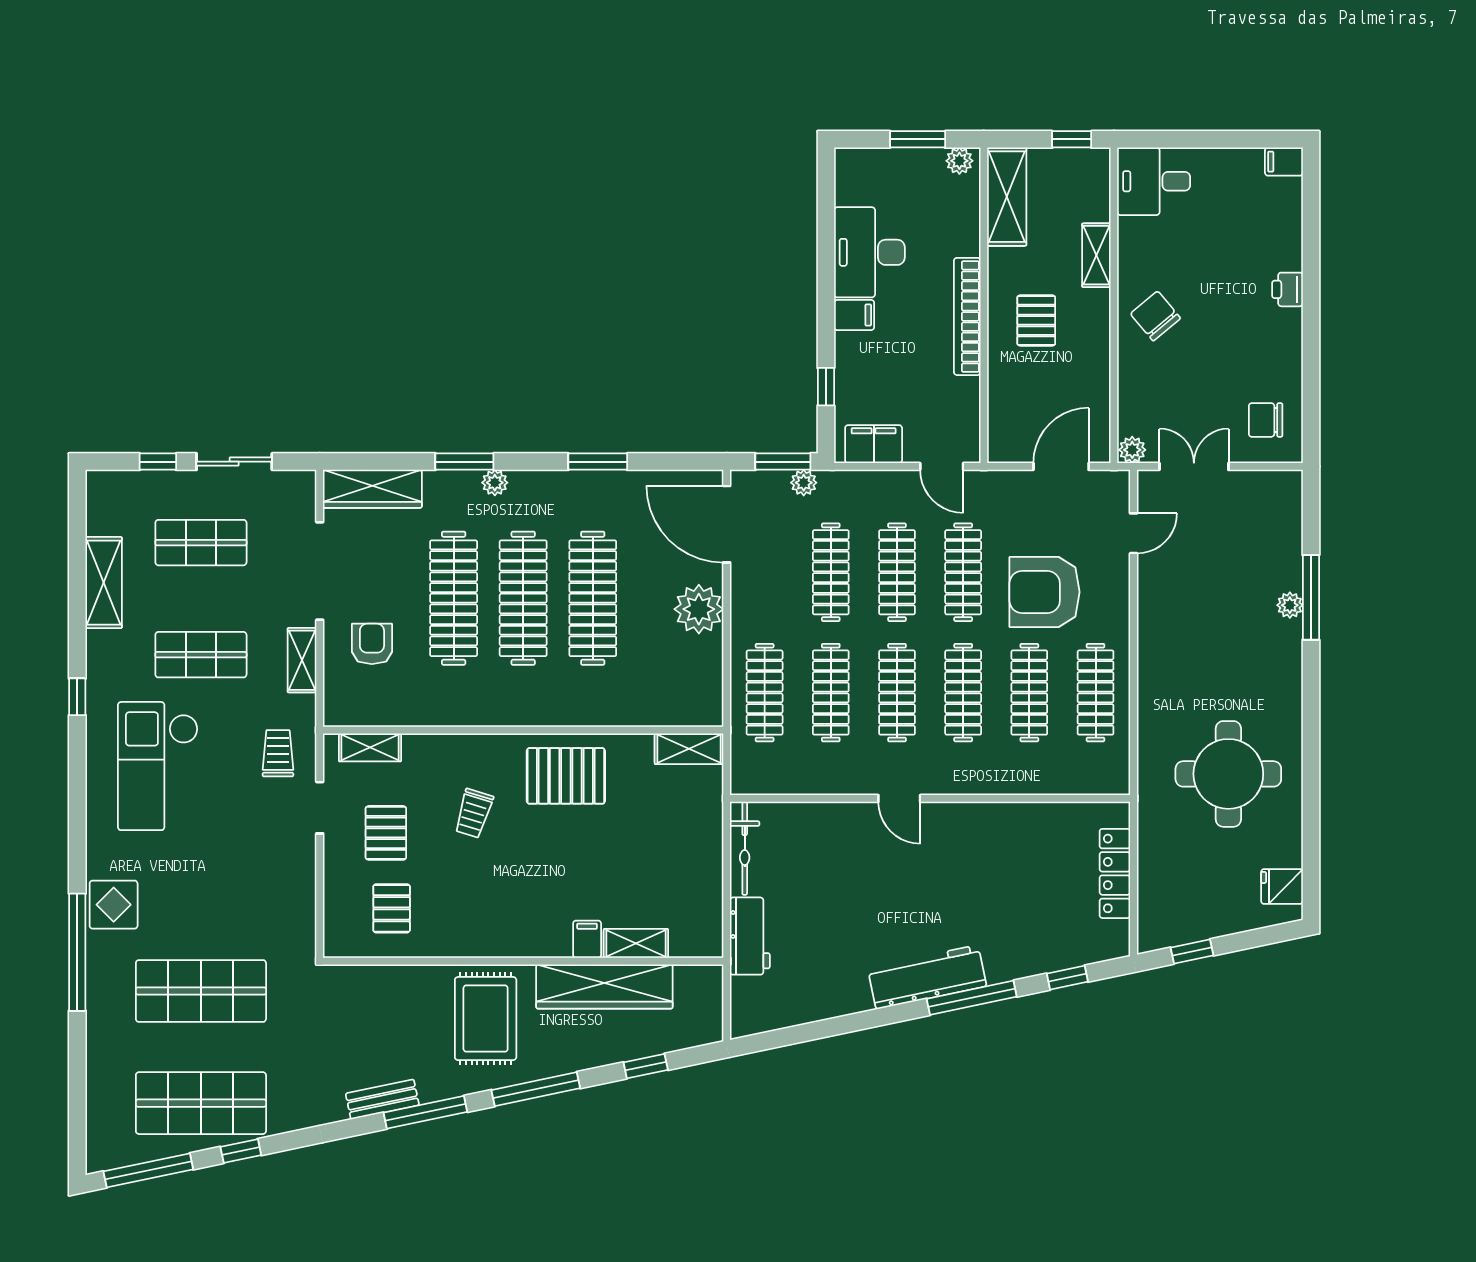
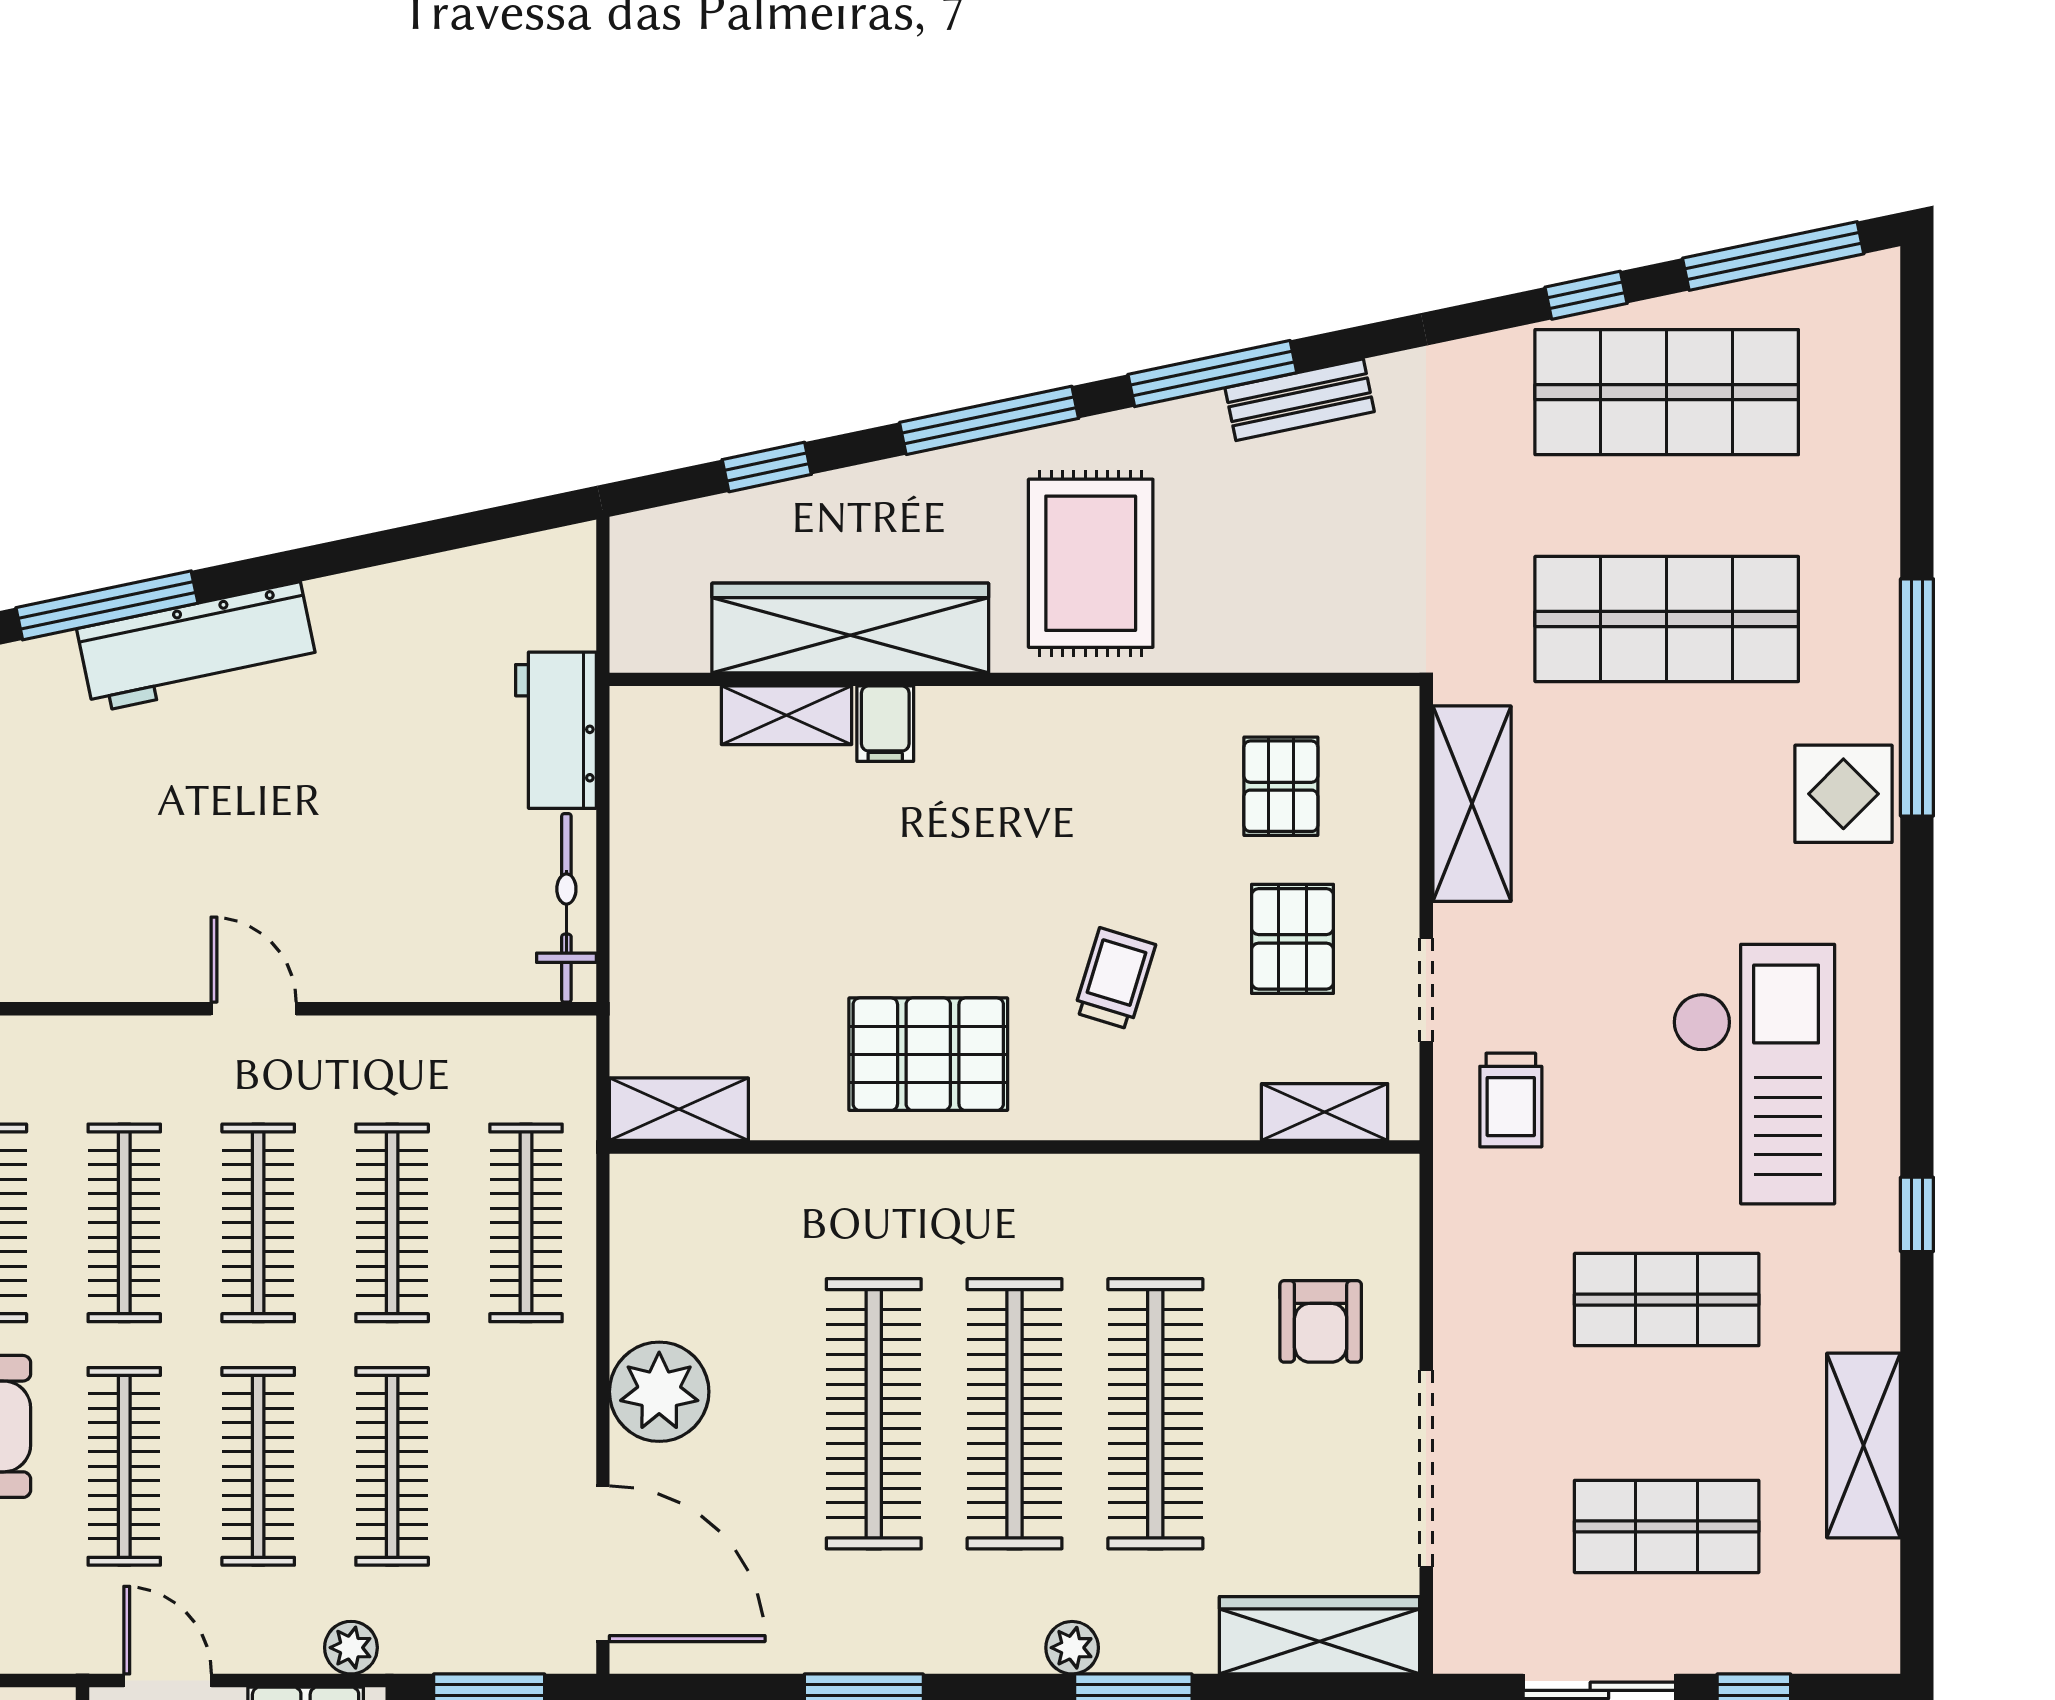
plant: (804, 483) -> (351, 1648), moved
shelving: (302, 660) -> (1472, 804), moved, width x1.50, depth x1.33

